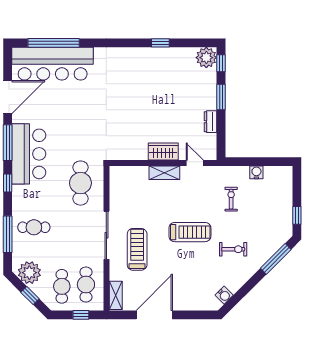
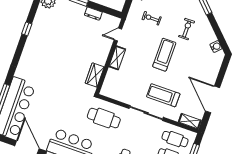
wardrobe: (163, 152) -> (95, 75), moved

